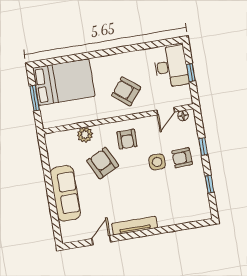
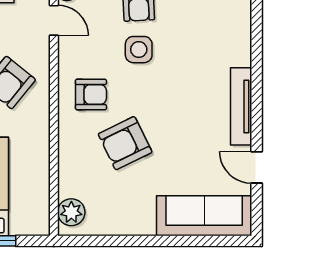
plant: (85, 135) -> (71, 212), moved
sofa: (65, 193) -> (204, 216), moved

